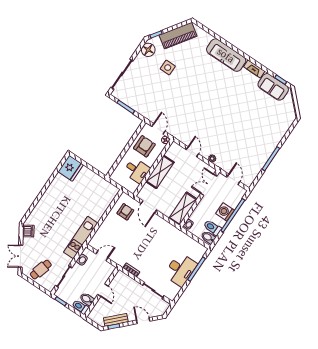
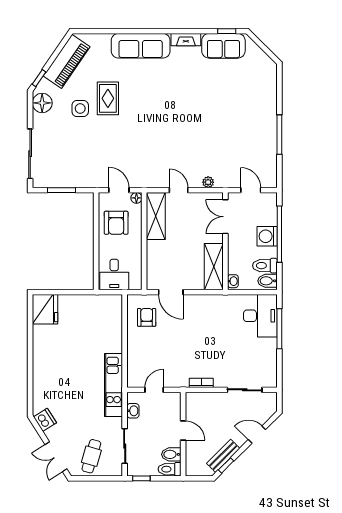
rug: (187, 72) -> (108, 98), added
armchair: (144, 146) -> (116, 223), turned 180
desk: (137, 170) -> (114, 275), moved, turned 90
shelving: (160, 172) -> (156, 216), moved
desk: (180, 270) -> (260, 316), moved

